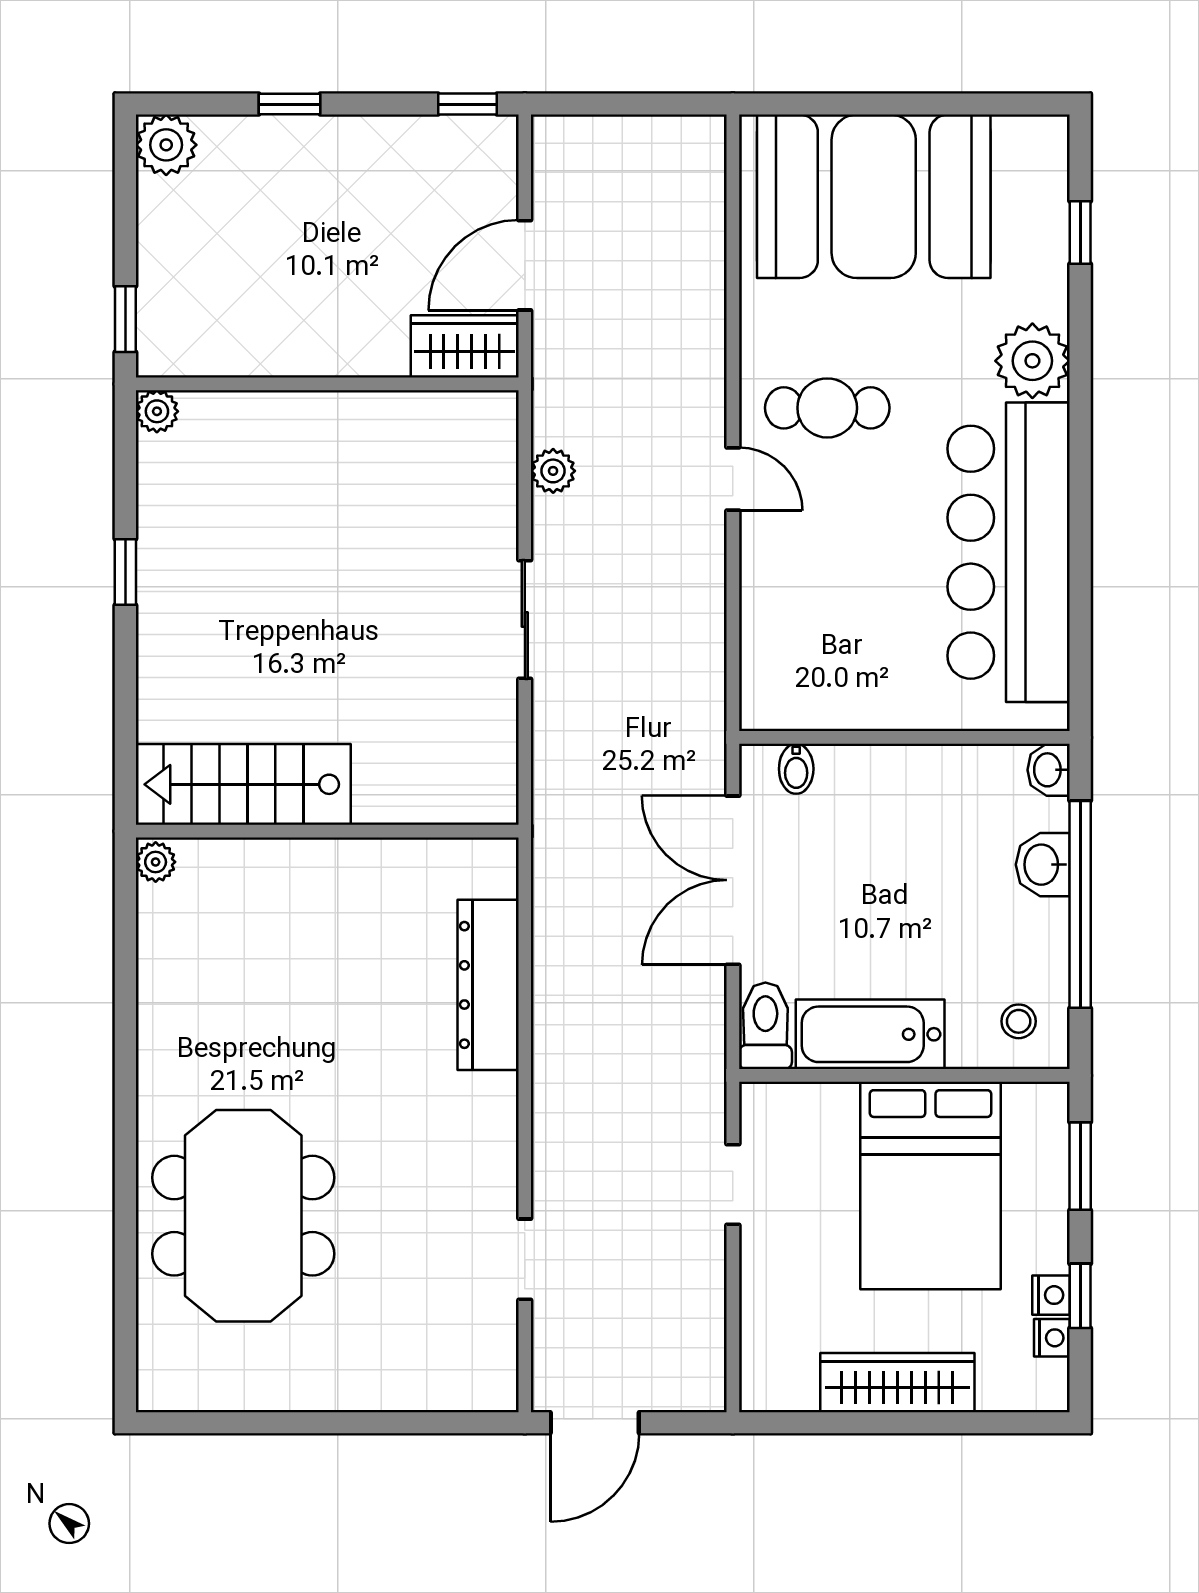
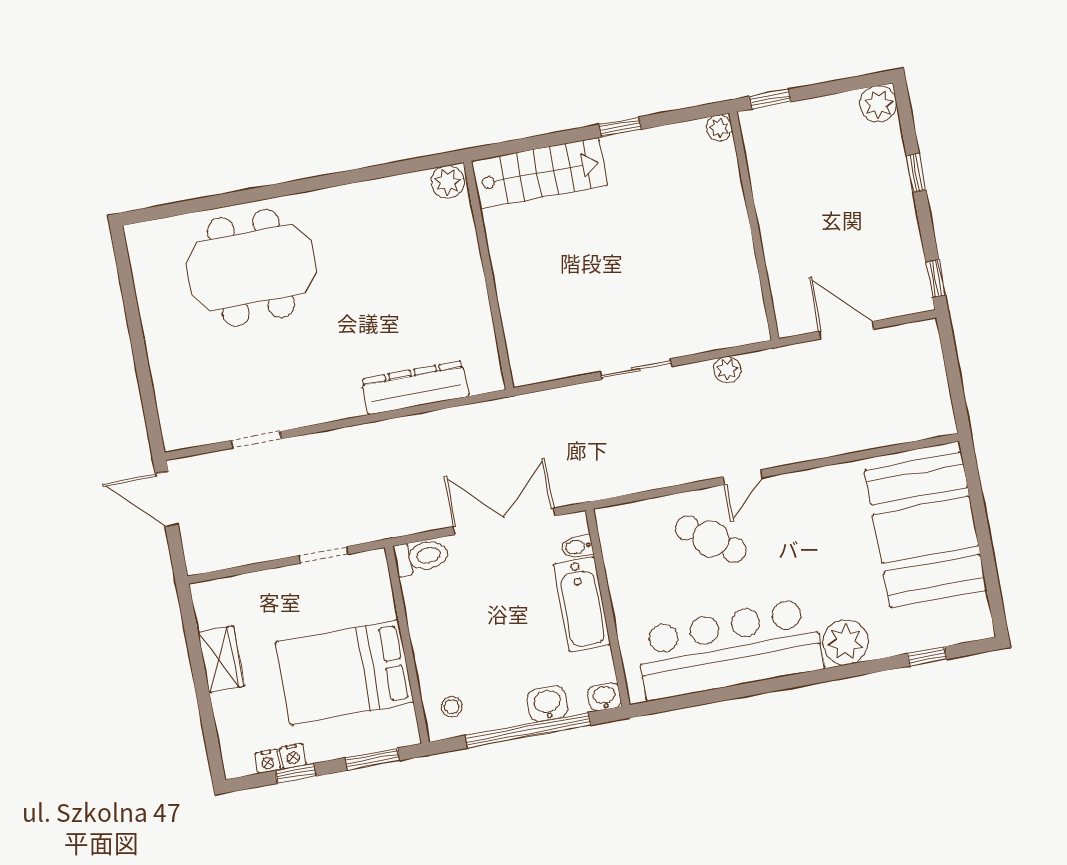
wardrobe: (465, 346) -> (791, 303), removed
cafe table: (827, 408) -> (711, 539), moved, turned -54
stairs: (243, 784) -> (539, 173), moved, turned 90
plant: (156, 862) -> (448, 182), width x1.38, depth x1.38
bathtub: (870, 1034) -> (582, 604), moved, turned 180
wardrobe: (897, 1383) -> (221, 659), width x0.67

